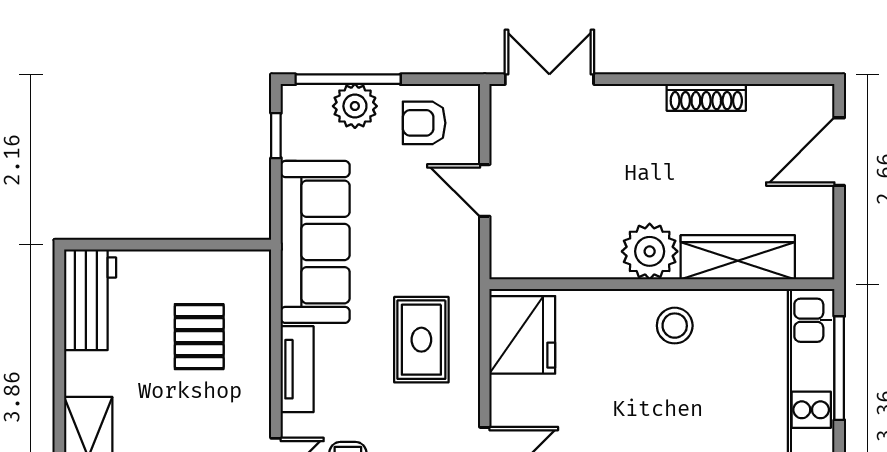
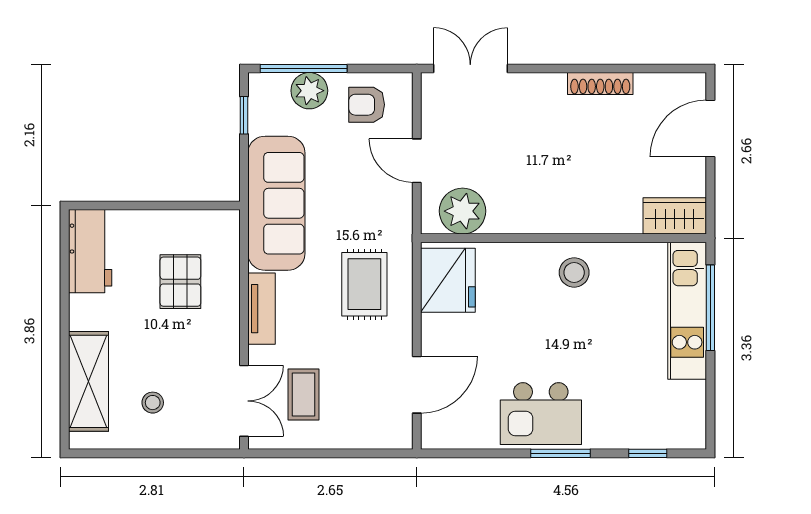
plant: (650, 251) -> (463, 211), moved
wardrobe: (738, 257) -> (675, 216), moved, width x0.67

